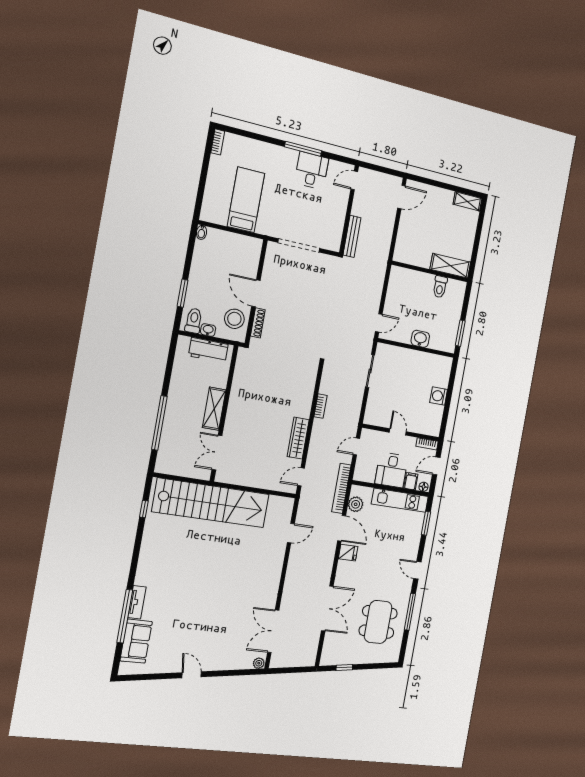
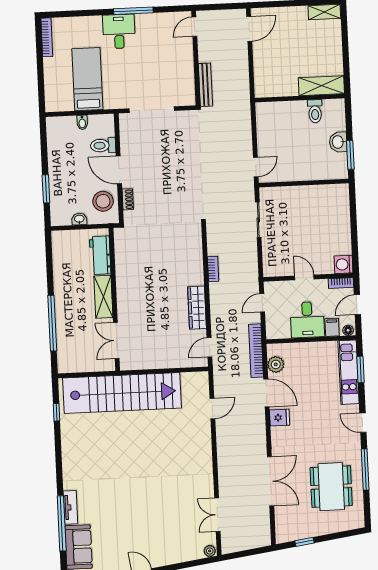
bookcase: (218, 142) -> (47, 37), width x1.56
desk: (312, 171) -> (119, 31), moved
bidet: (202, 232) -> (82, 122), moved
toilet: (194, 321) -> (103, 145), moved, turned -90
shoe rack: (258, 323) -> (128, 199), width x0.70
washbasin: (420, 339) -> (338, 142), moved, turned -90
workbench: (208, 350) -> (100, 255), moved, turned 90
washing machine: (439, 396) -> (343, 264), moved
kitchen unit: (400, 500) -> (349, 372), moved, turned 90
double door: (273, 631) -> (217, 515), width x0.73

